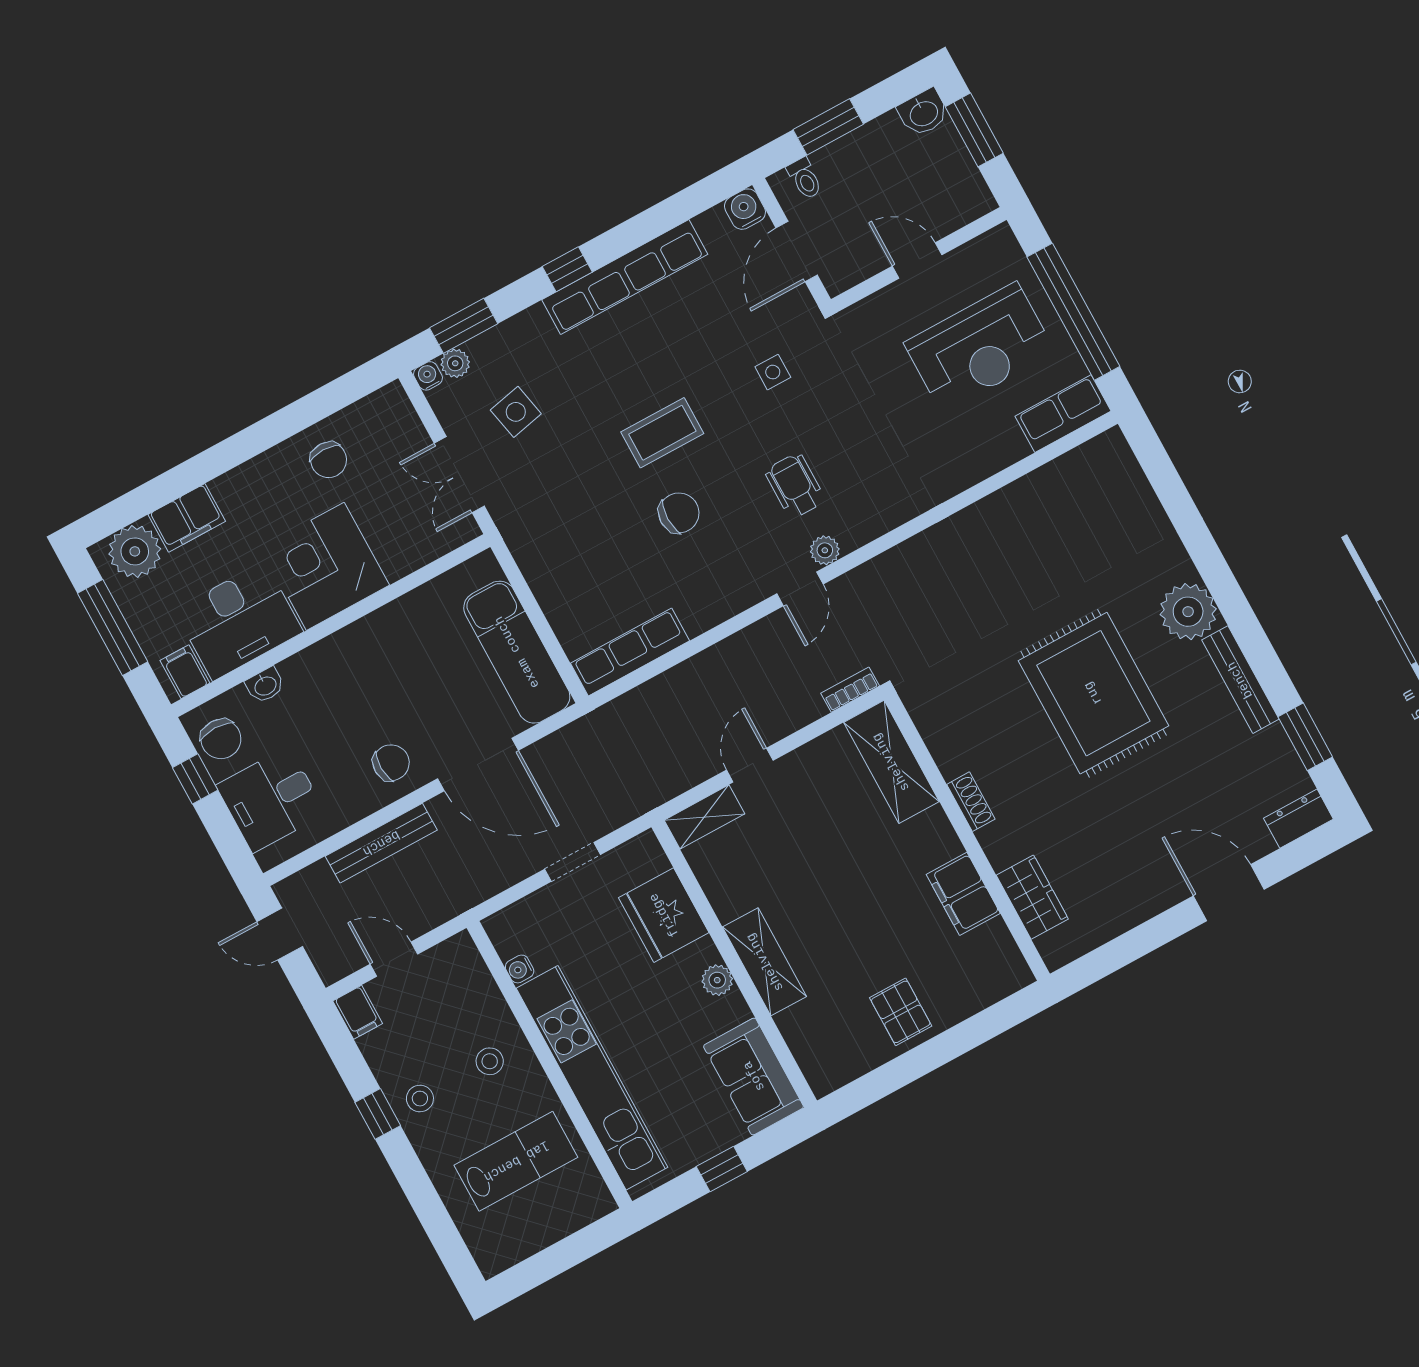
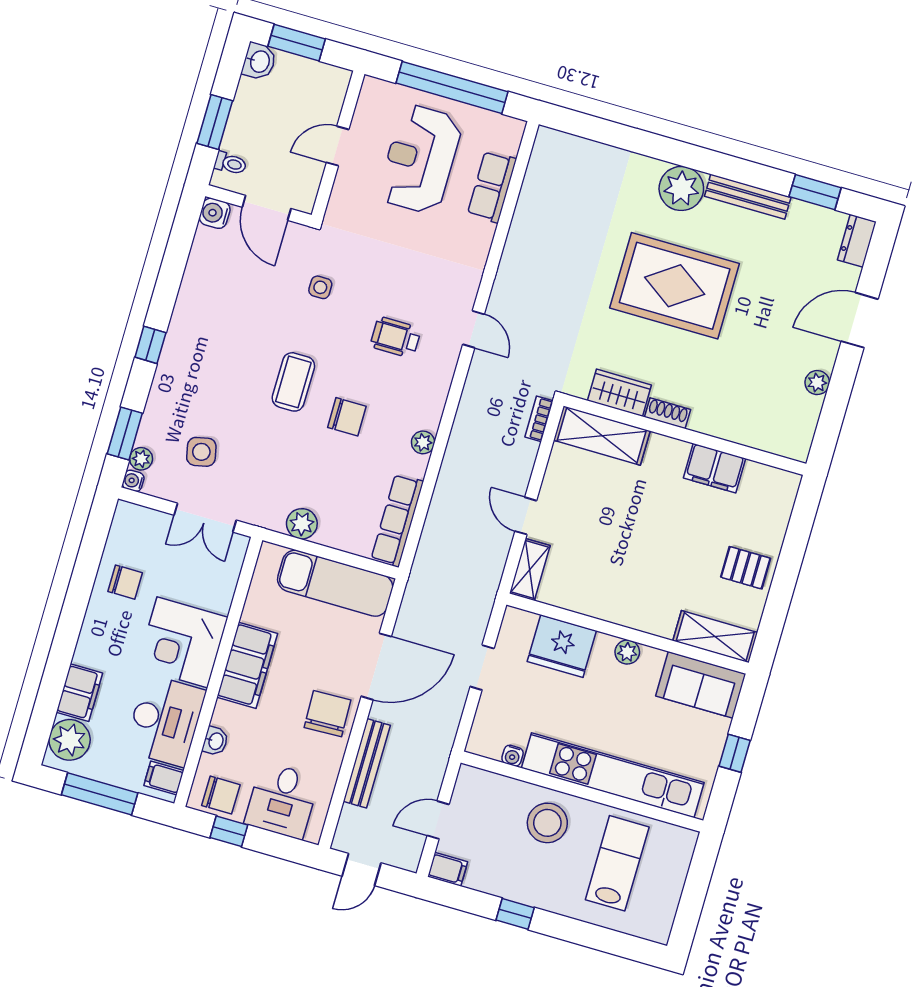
row of seats: (625, 277) -> (186, 317), removed
reception desk: (979, 347) -> (420, 159), turned 180
row of seats: (1063, 414) -> (492, 187), moved
chair: (679, 513) -> (347, 417), turned 90
plant: (825, 550) -> (423, 442), moved
plant: (541, 568) -> (302, 524), added
door: (800, 589) -> (474, 329), moved
filing cabinet: (363, 646) -> (247, 665), added
chair: (391, 763) -> (328, 714), width x1.37, depth x1.37
wardrobe: (1032, 897) -> (619, 393), moved
plant: (1134, 910) -> (817, 383), added
shelving: (765, 962) -> (715, 637), moved
stool: (490, 1061) -> (547, 823), width x1.89, depth x1.89
stool: (420, 1099) -> (530, 882), removed

